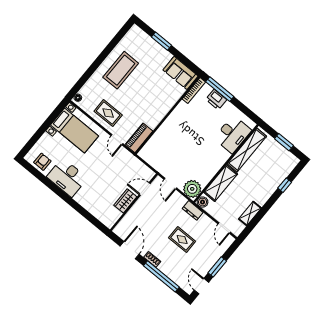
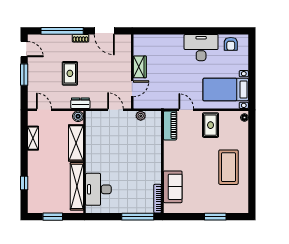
sofa: (180, 73) -> (173, 187), moved, turned 90
printer: (216, 100) -> (134, 206), removed
rug: (108, 113) -> (211, 125), turned 90
plant: (192, 189) -> (141, 116), moved, width x0.53, depth x0.53
rug: (182, 239) -> (70, 73), turned 90

